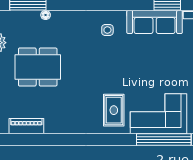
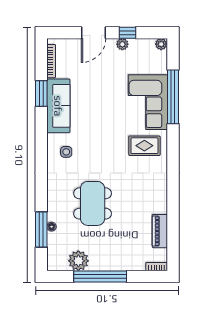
floor lamp: (46, 15) -> (52, 227), moved
dining table: (38, 67) -> (93, 203), moved

